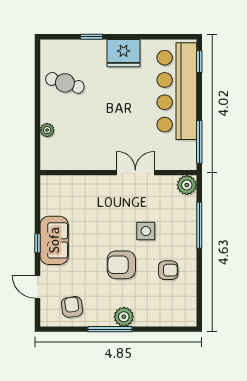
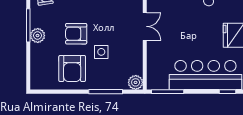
double door: (135, 173) -> (145, 26), moved
armchair: (121, 265) -> (76, 34), turned -90
armchair: (168, 270) -> (72, 69), width x1.88, depth x1.88

